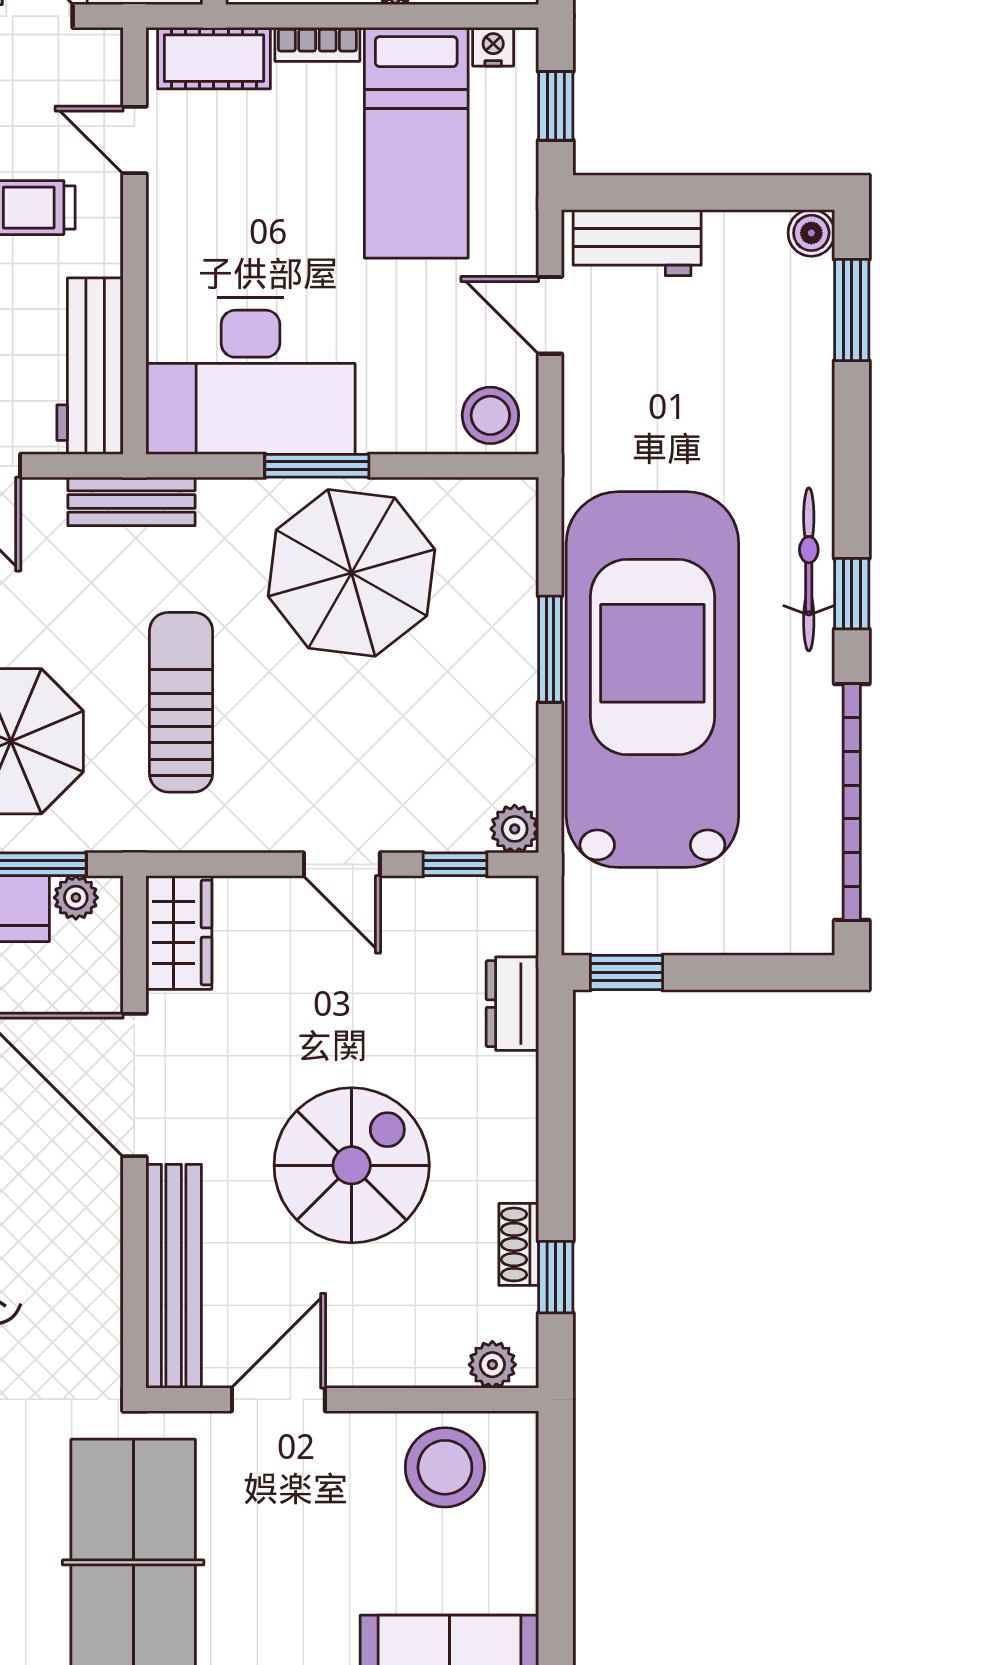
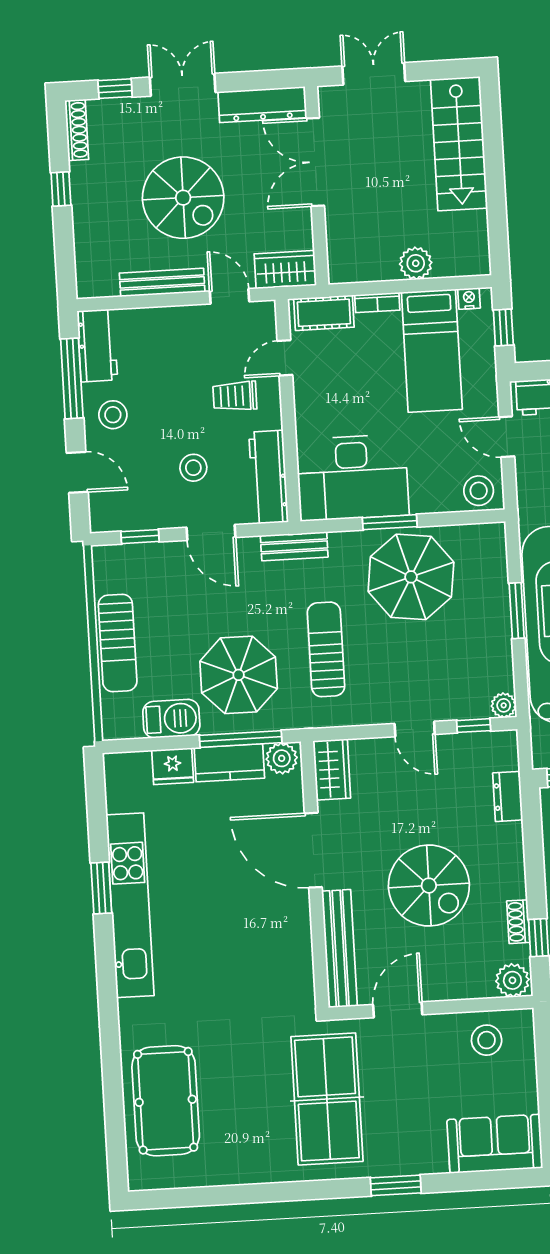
door: (134, 140) -> (285, 358), hinge flipped
plant: (76, 898) -> (282, 758), width x1.38, depth x1.38
spiral stairs: (352, 1165) -> (429, 886), turned 90
plant: (492, 1365) -> (512, 980), width x1.38, depth x1.38
stool: (445, 1467) -> (487, 1040), width x0.73, depth x0.73

